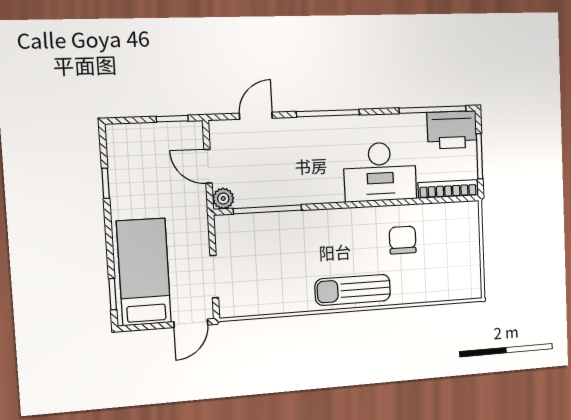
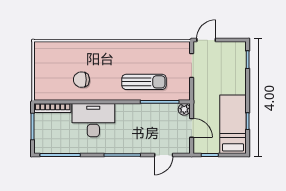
printer: (452, 130) -> (49, 143), removed
chair: (403, 240) -> (81, 80), turned 90
bed: (144, 272) -> (233, 124), moved, turned 180
sun lounger: (353, 290) -> (144, 82), moved

